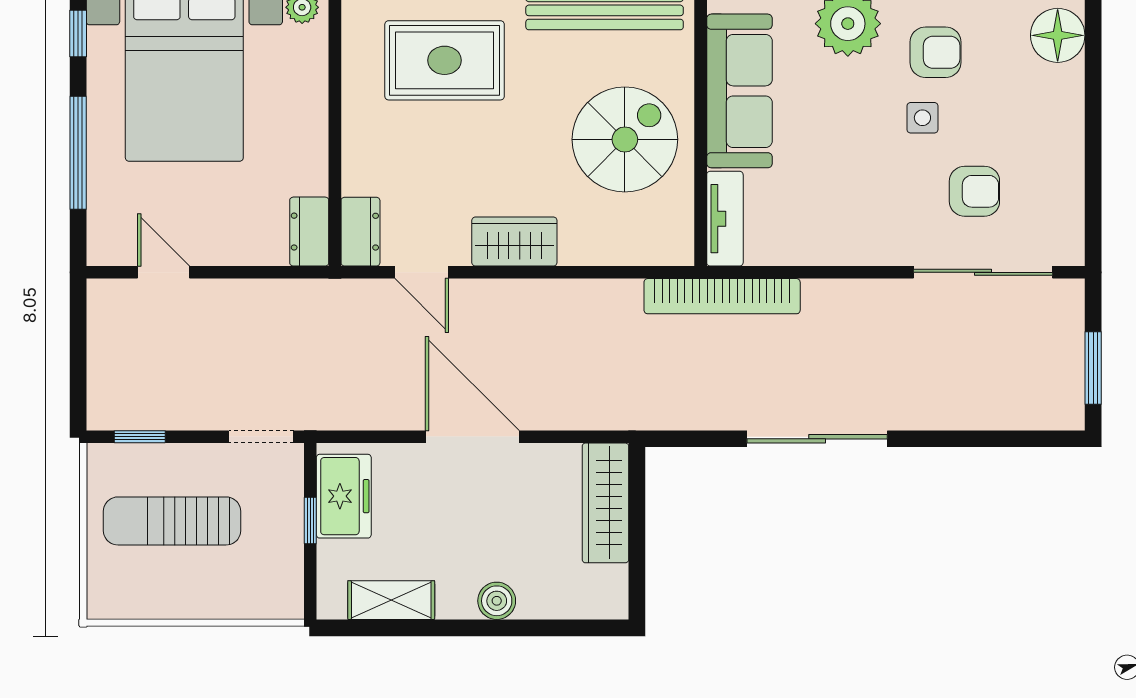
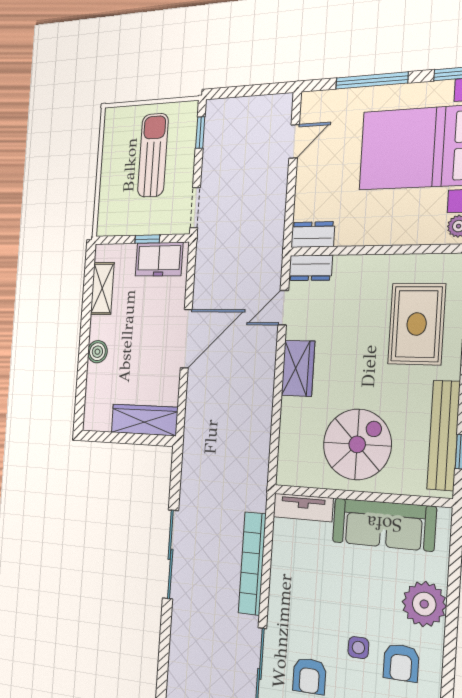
spiral stairs: (625, 139) -> (357, 444), turned -90
bookcase: (722, 296) -> (252, 563), moved

